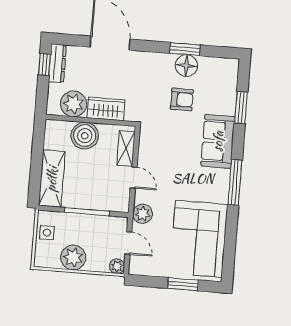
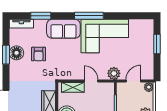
tv unit: (231, 77) -> (21, 24), added
armchair: (182, 100) -> (39, 54), turned 180
door: (134, 178) -> (91, 81), hinge flipped
corner sofa: (199, 239) -> (105, 36), moved

